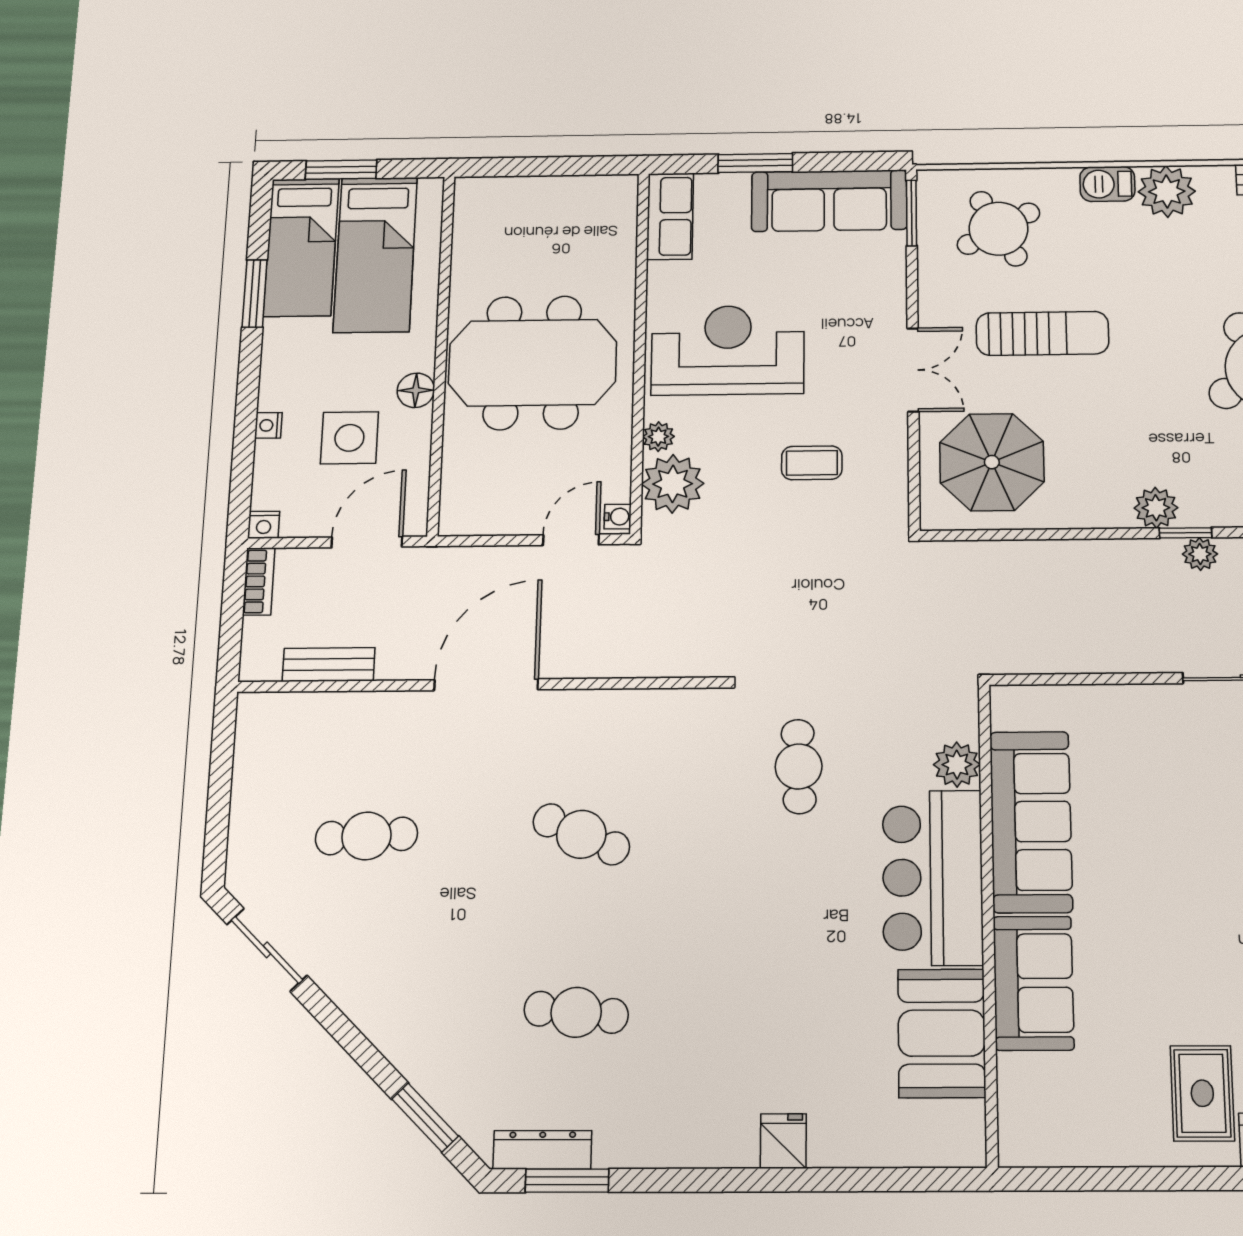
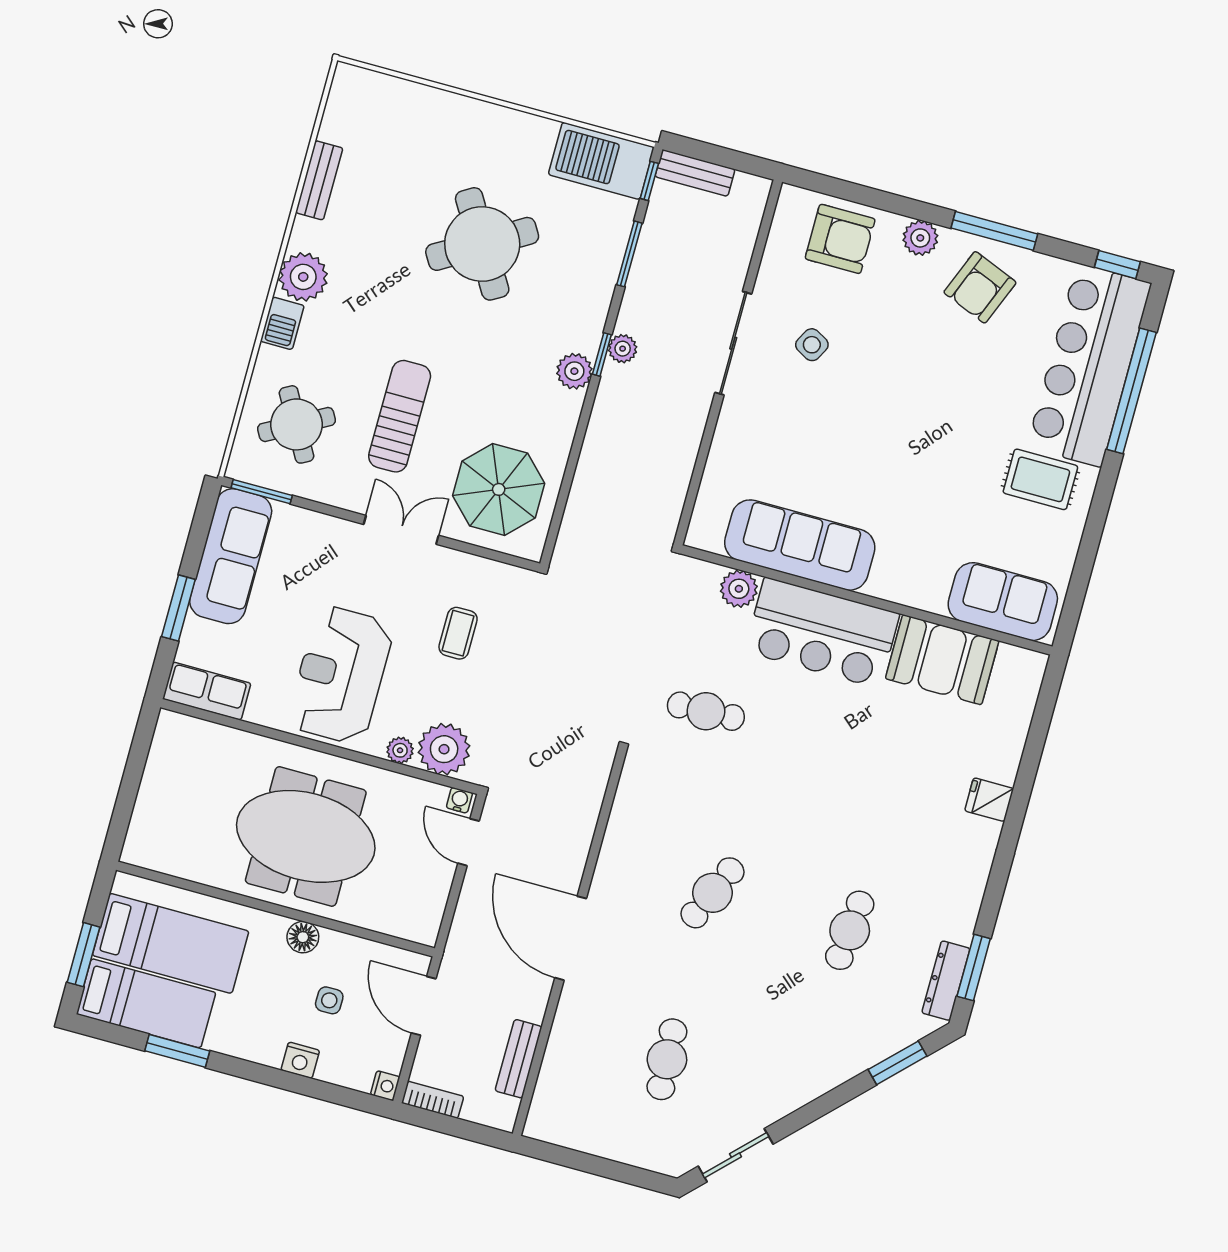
meeting table: (532, 363) -> (306, 836), turned 90
nightstand: (268, 425) -> (300, 1060), width x1.39, depth x1.35
side table: (349, 438) -> (329, 1000), width x0.54, depth x0.54
sofa: (1033, 983) -> (1003, 602), moved

